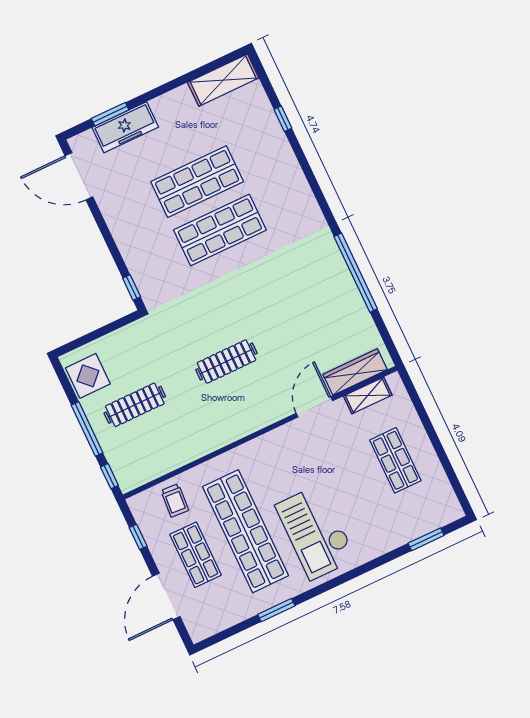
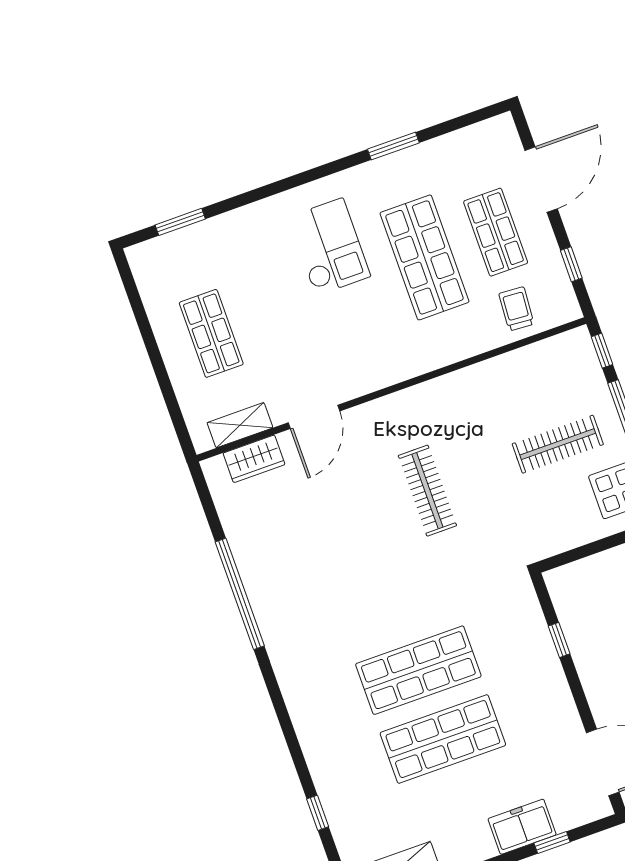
window: (110, 114) -> (552, 842), width x0.67
freezer: (125, 127) -> (522, 827), width x0.71
window: (132, 287) -> (559, 640), moved
clothes rail: (226, 362) -> (427, 491), turned 90
wardrobe: (355, 372) -> (254, 459), width x0.67
shop shelf: (245, 531) -> (425, 257), width x0.71
checkout: (316, 532) -> (329, 247), width x0.73, depth x0.83

